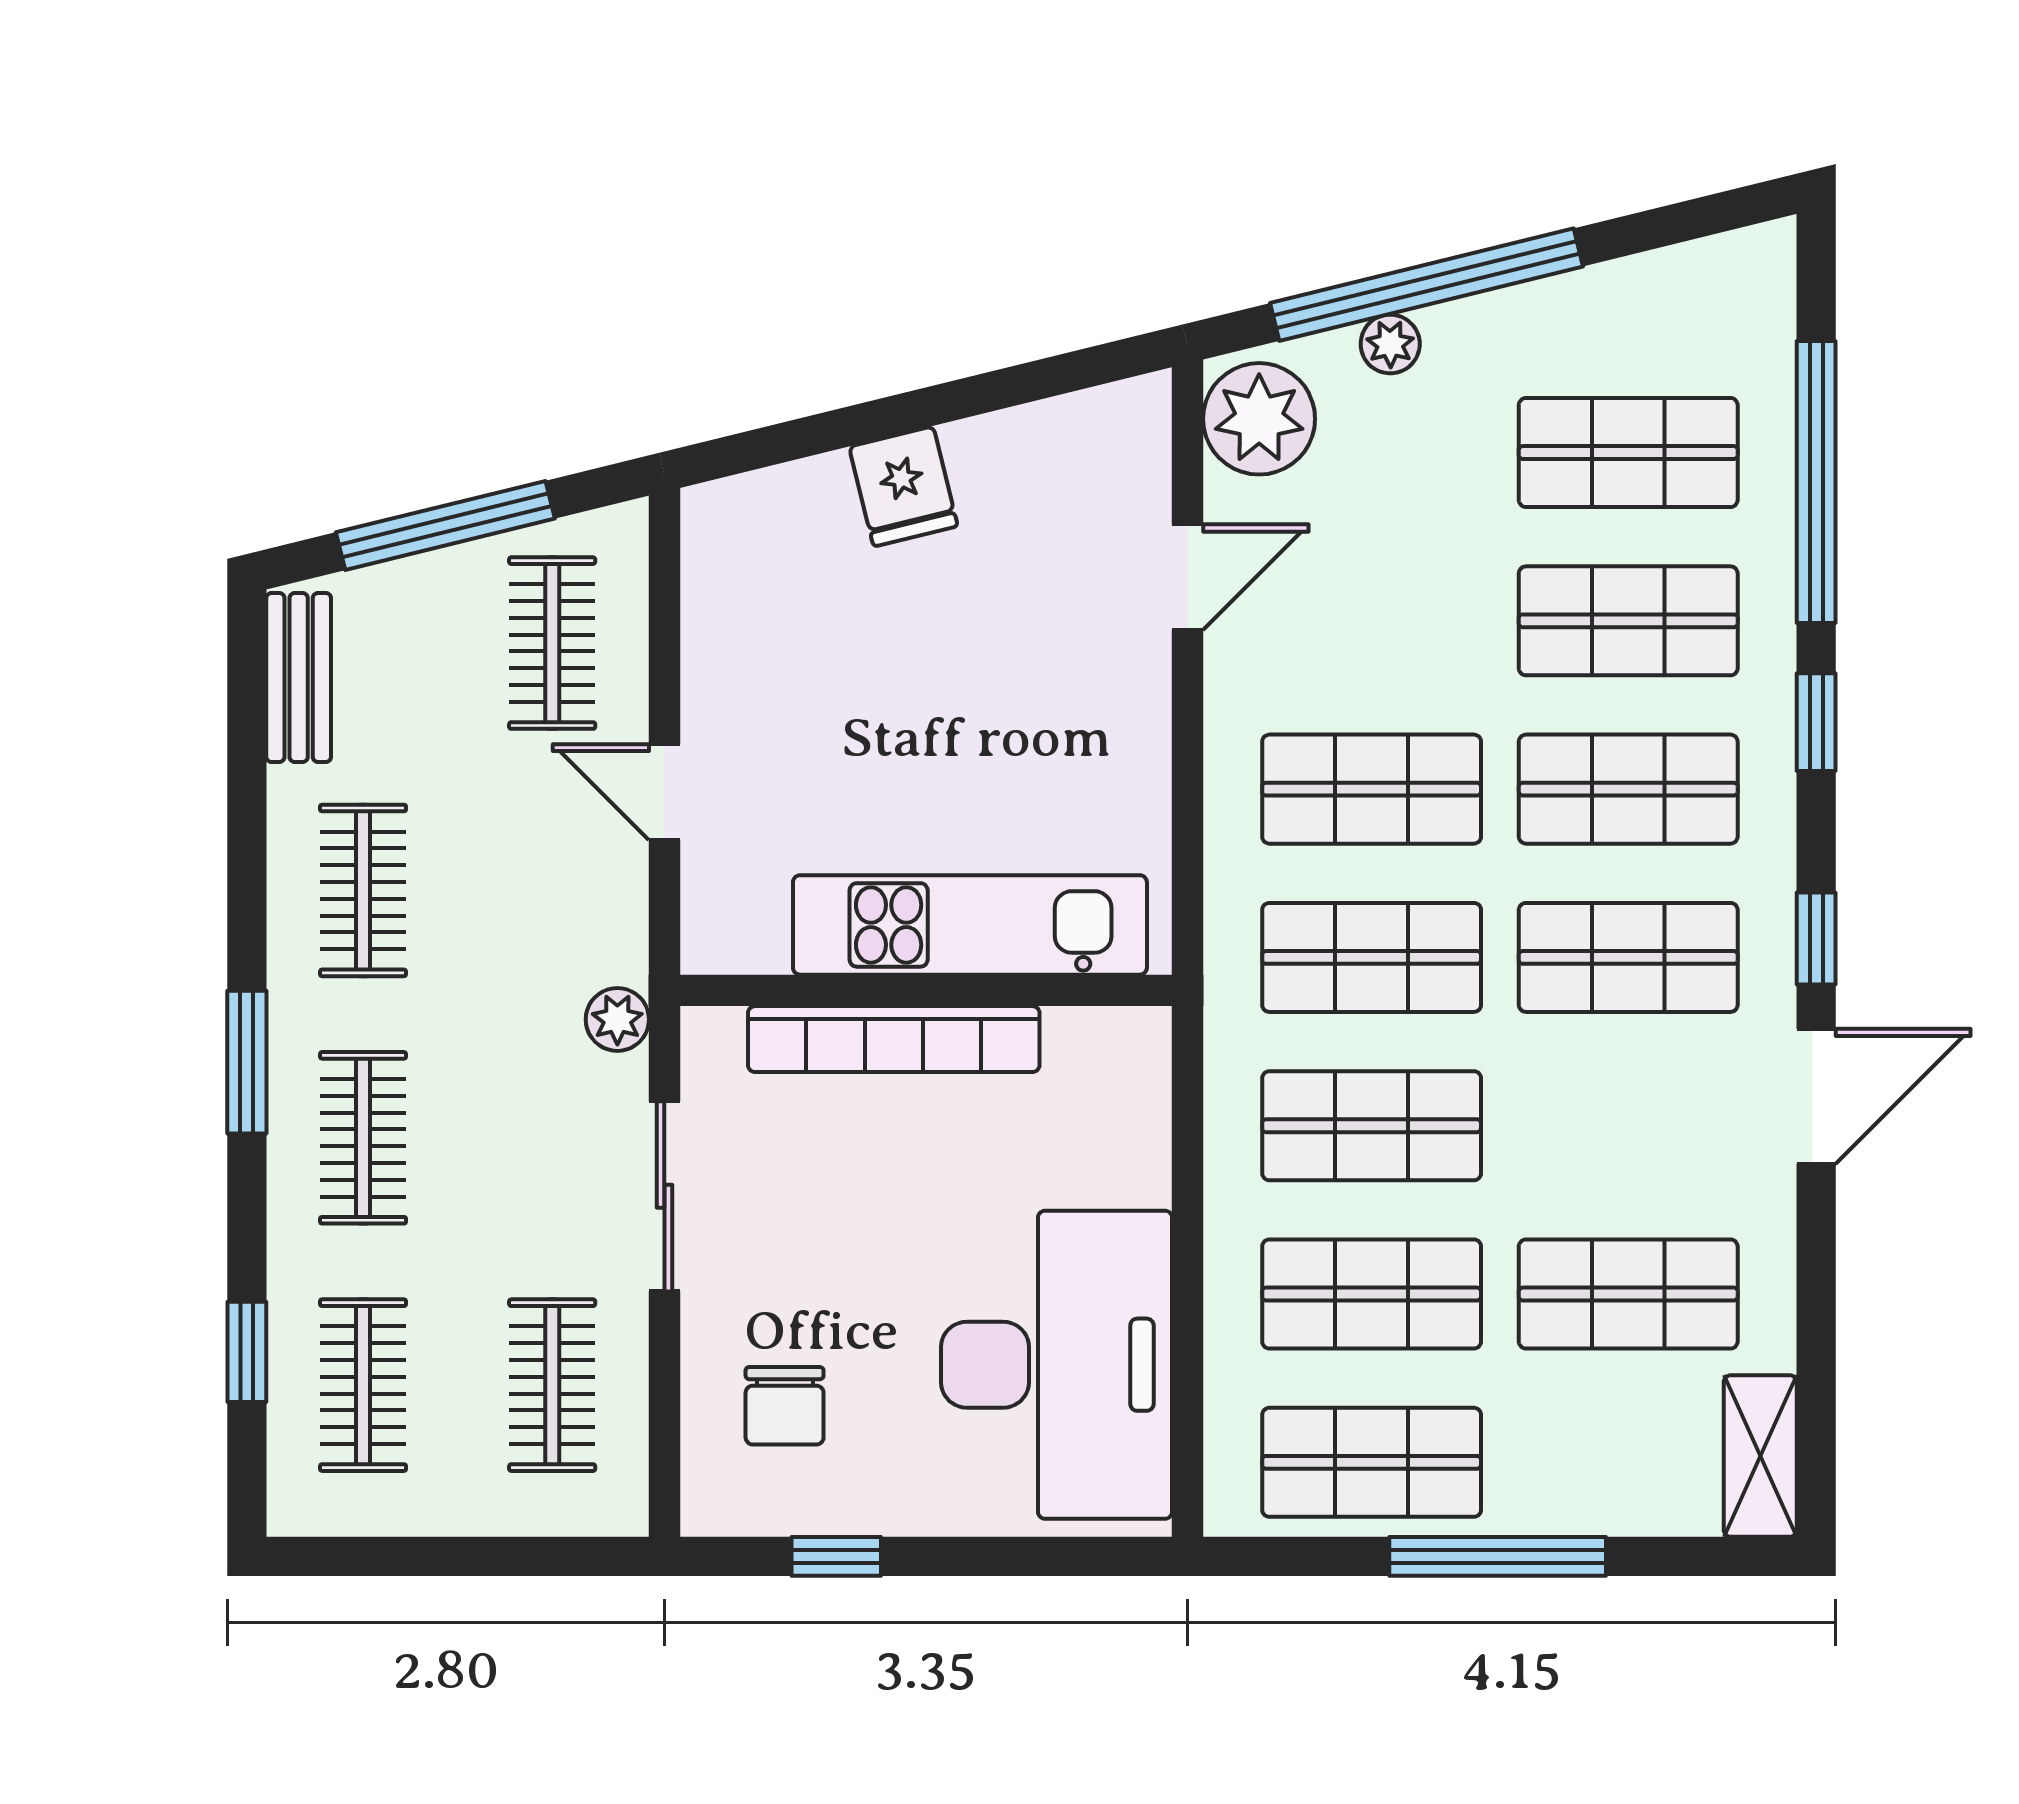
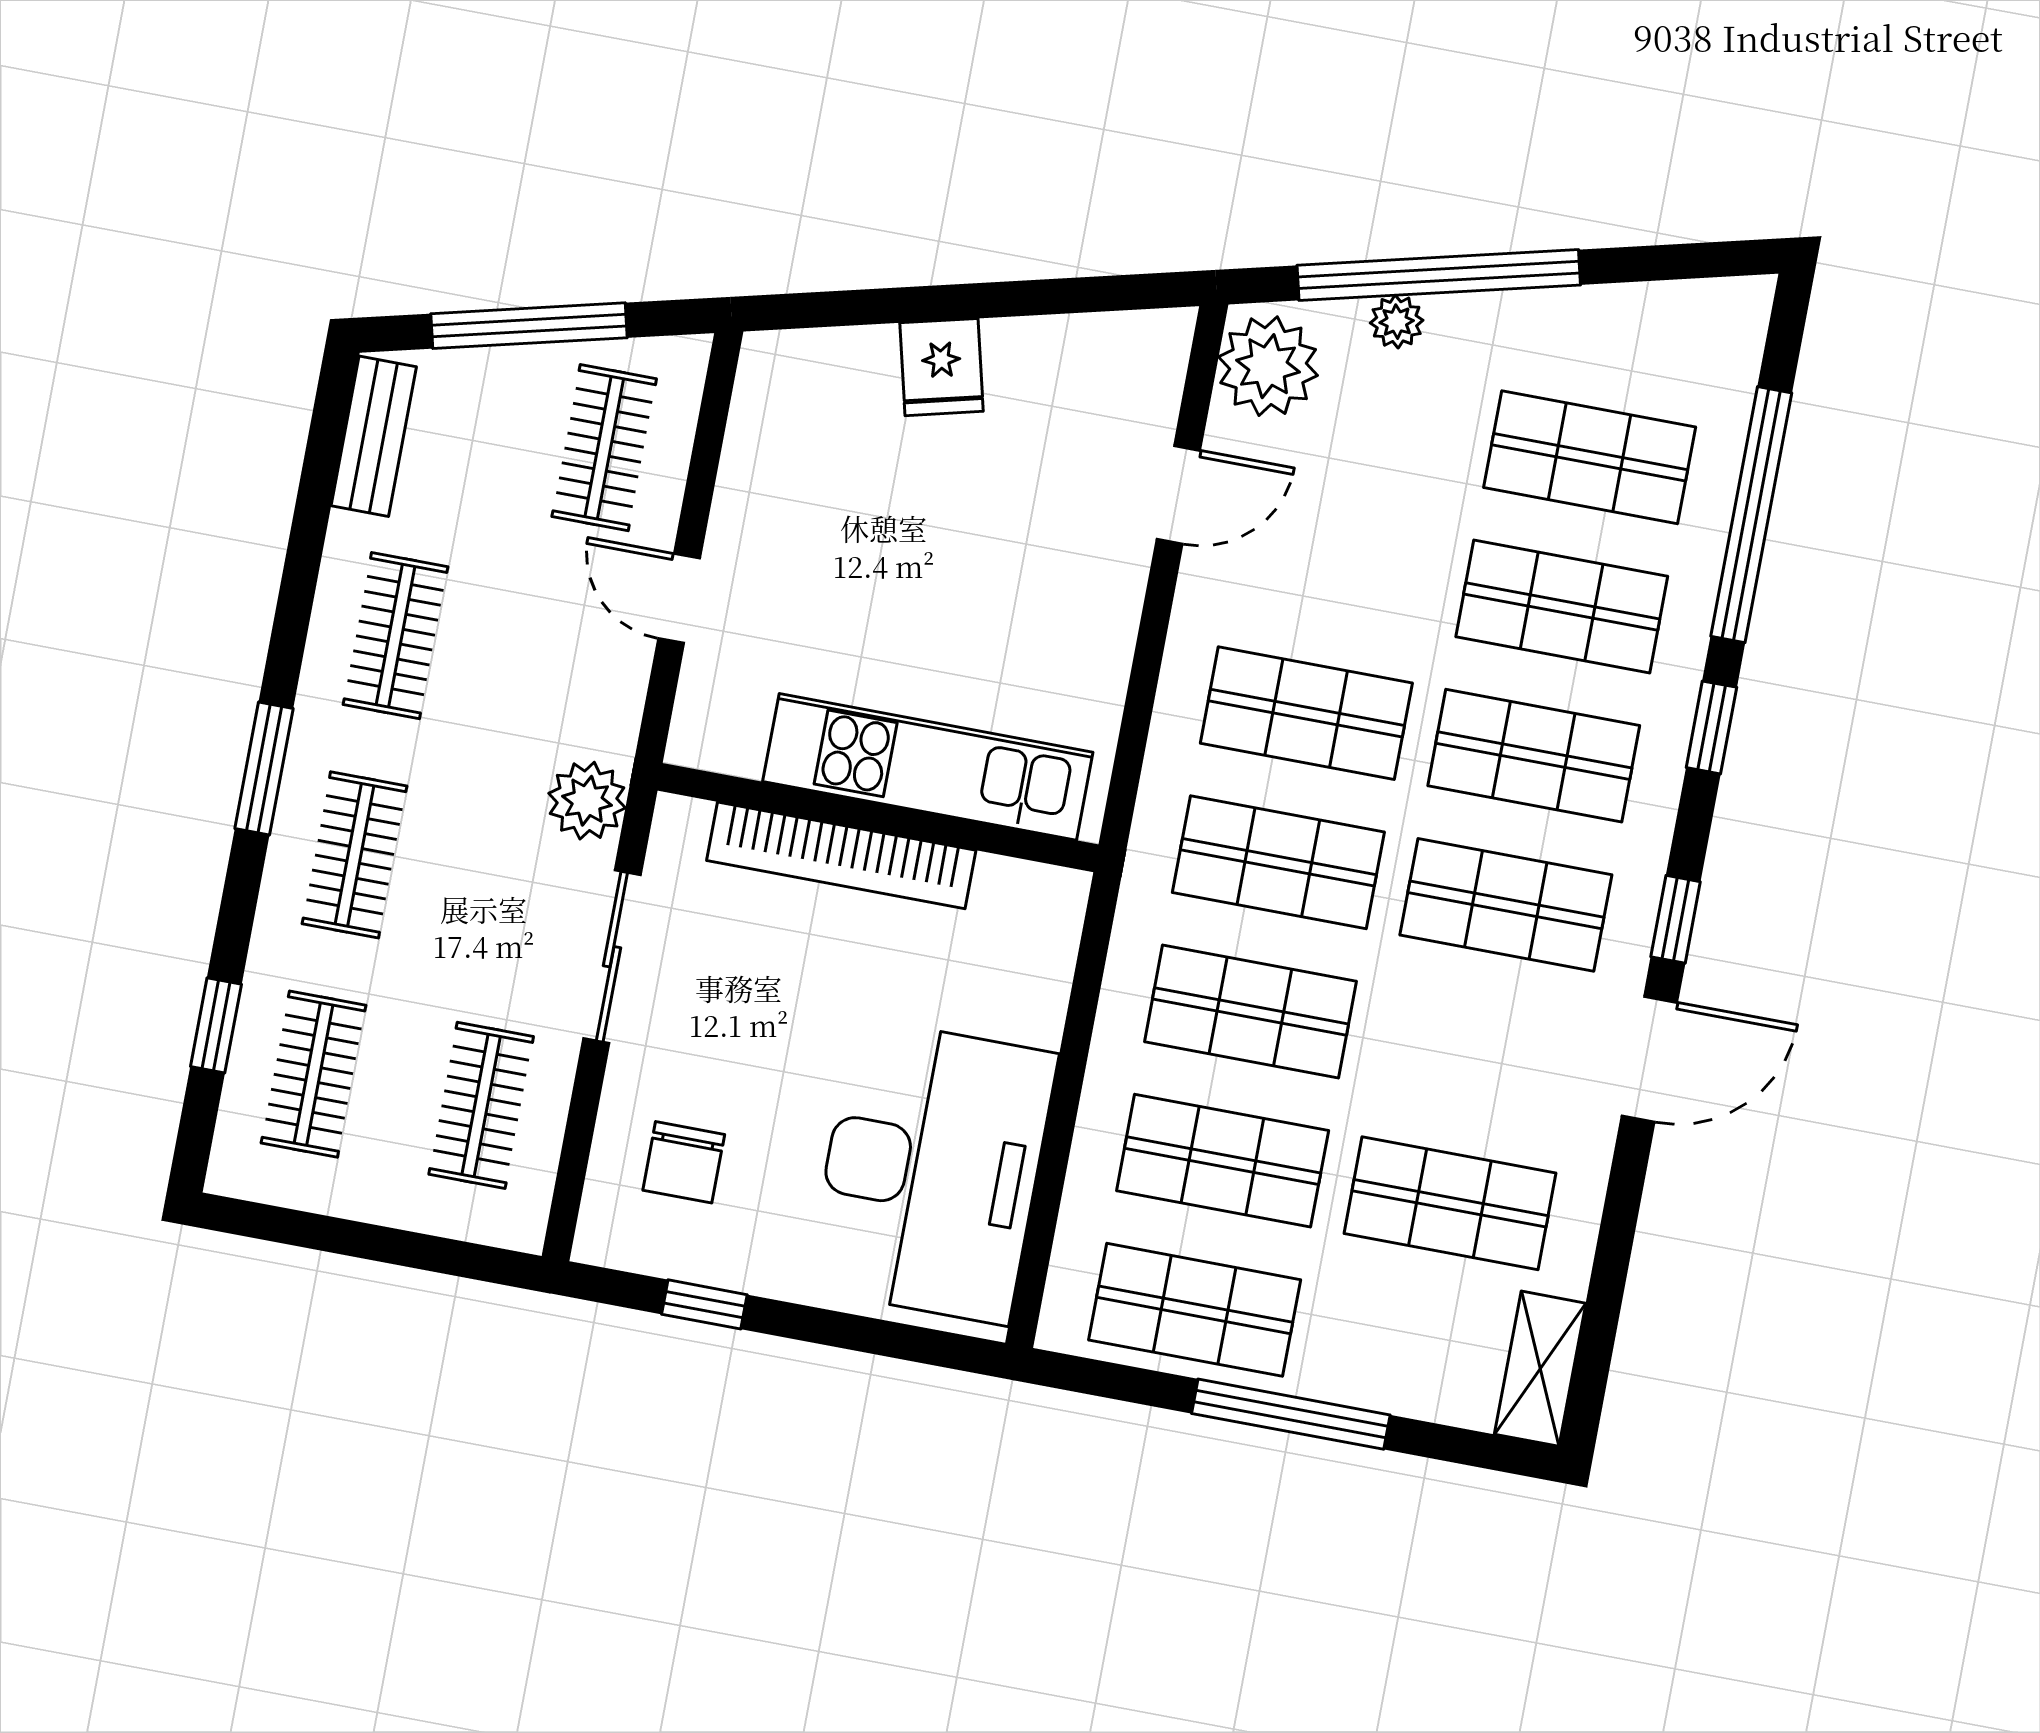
plant: (617, 1019) -> (587, 801), width x1.38, depth x1.38

